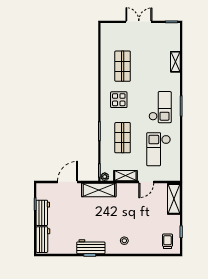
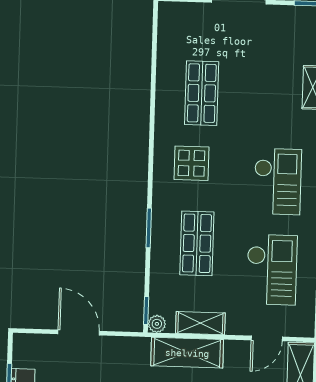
checkout: (159, 149) -> (272, 270), turned 180
door: (68, 182) -> (79, 333), hinge flipped
door: (146, 182) -> (267, 338), moved
shelving: (99, 190) -> (187, 353), moved

